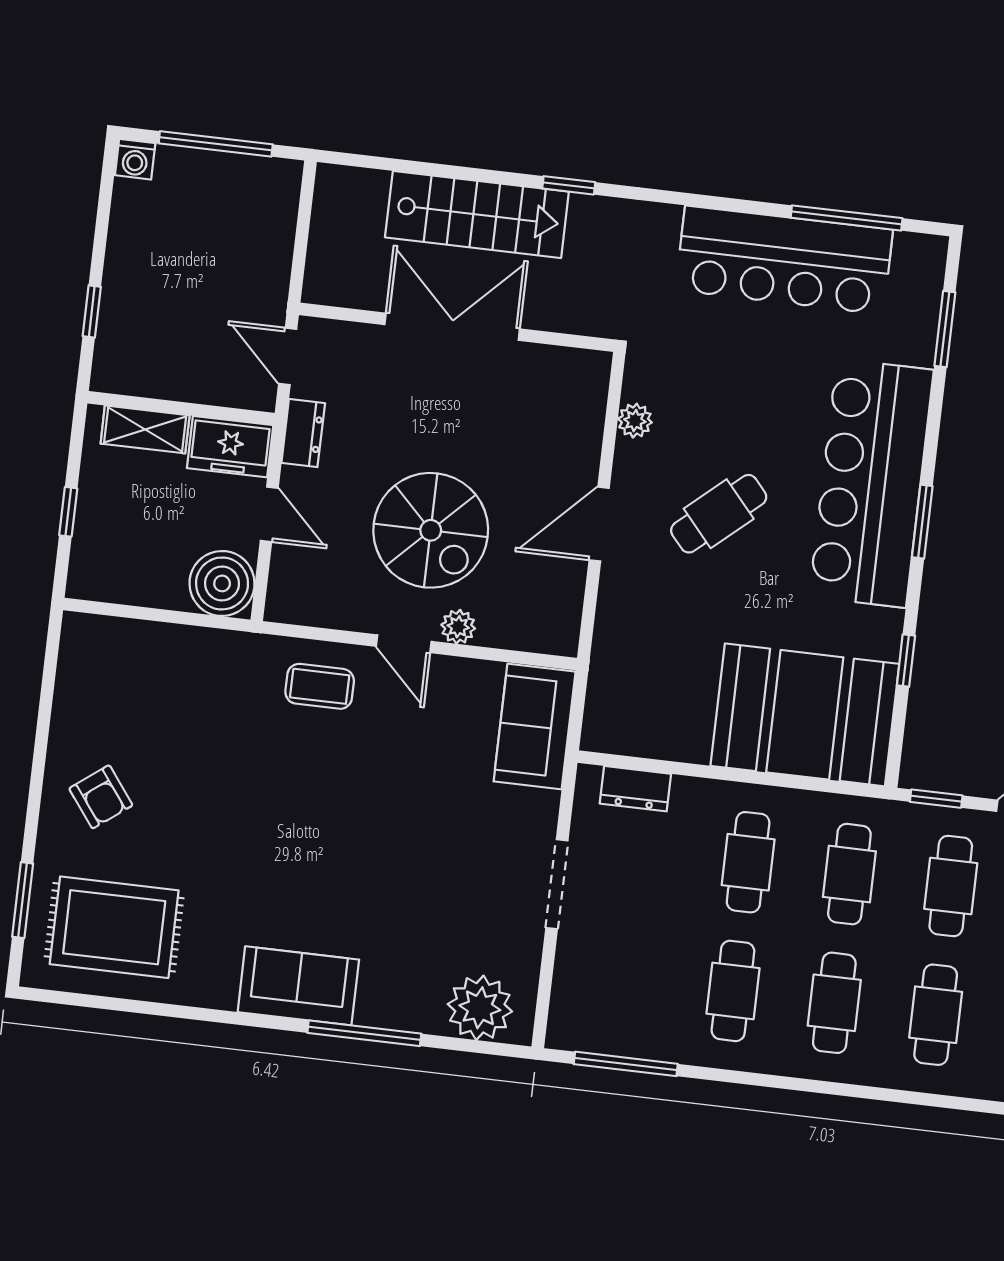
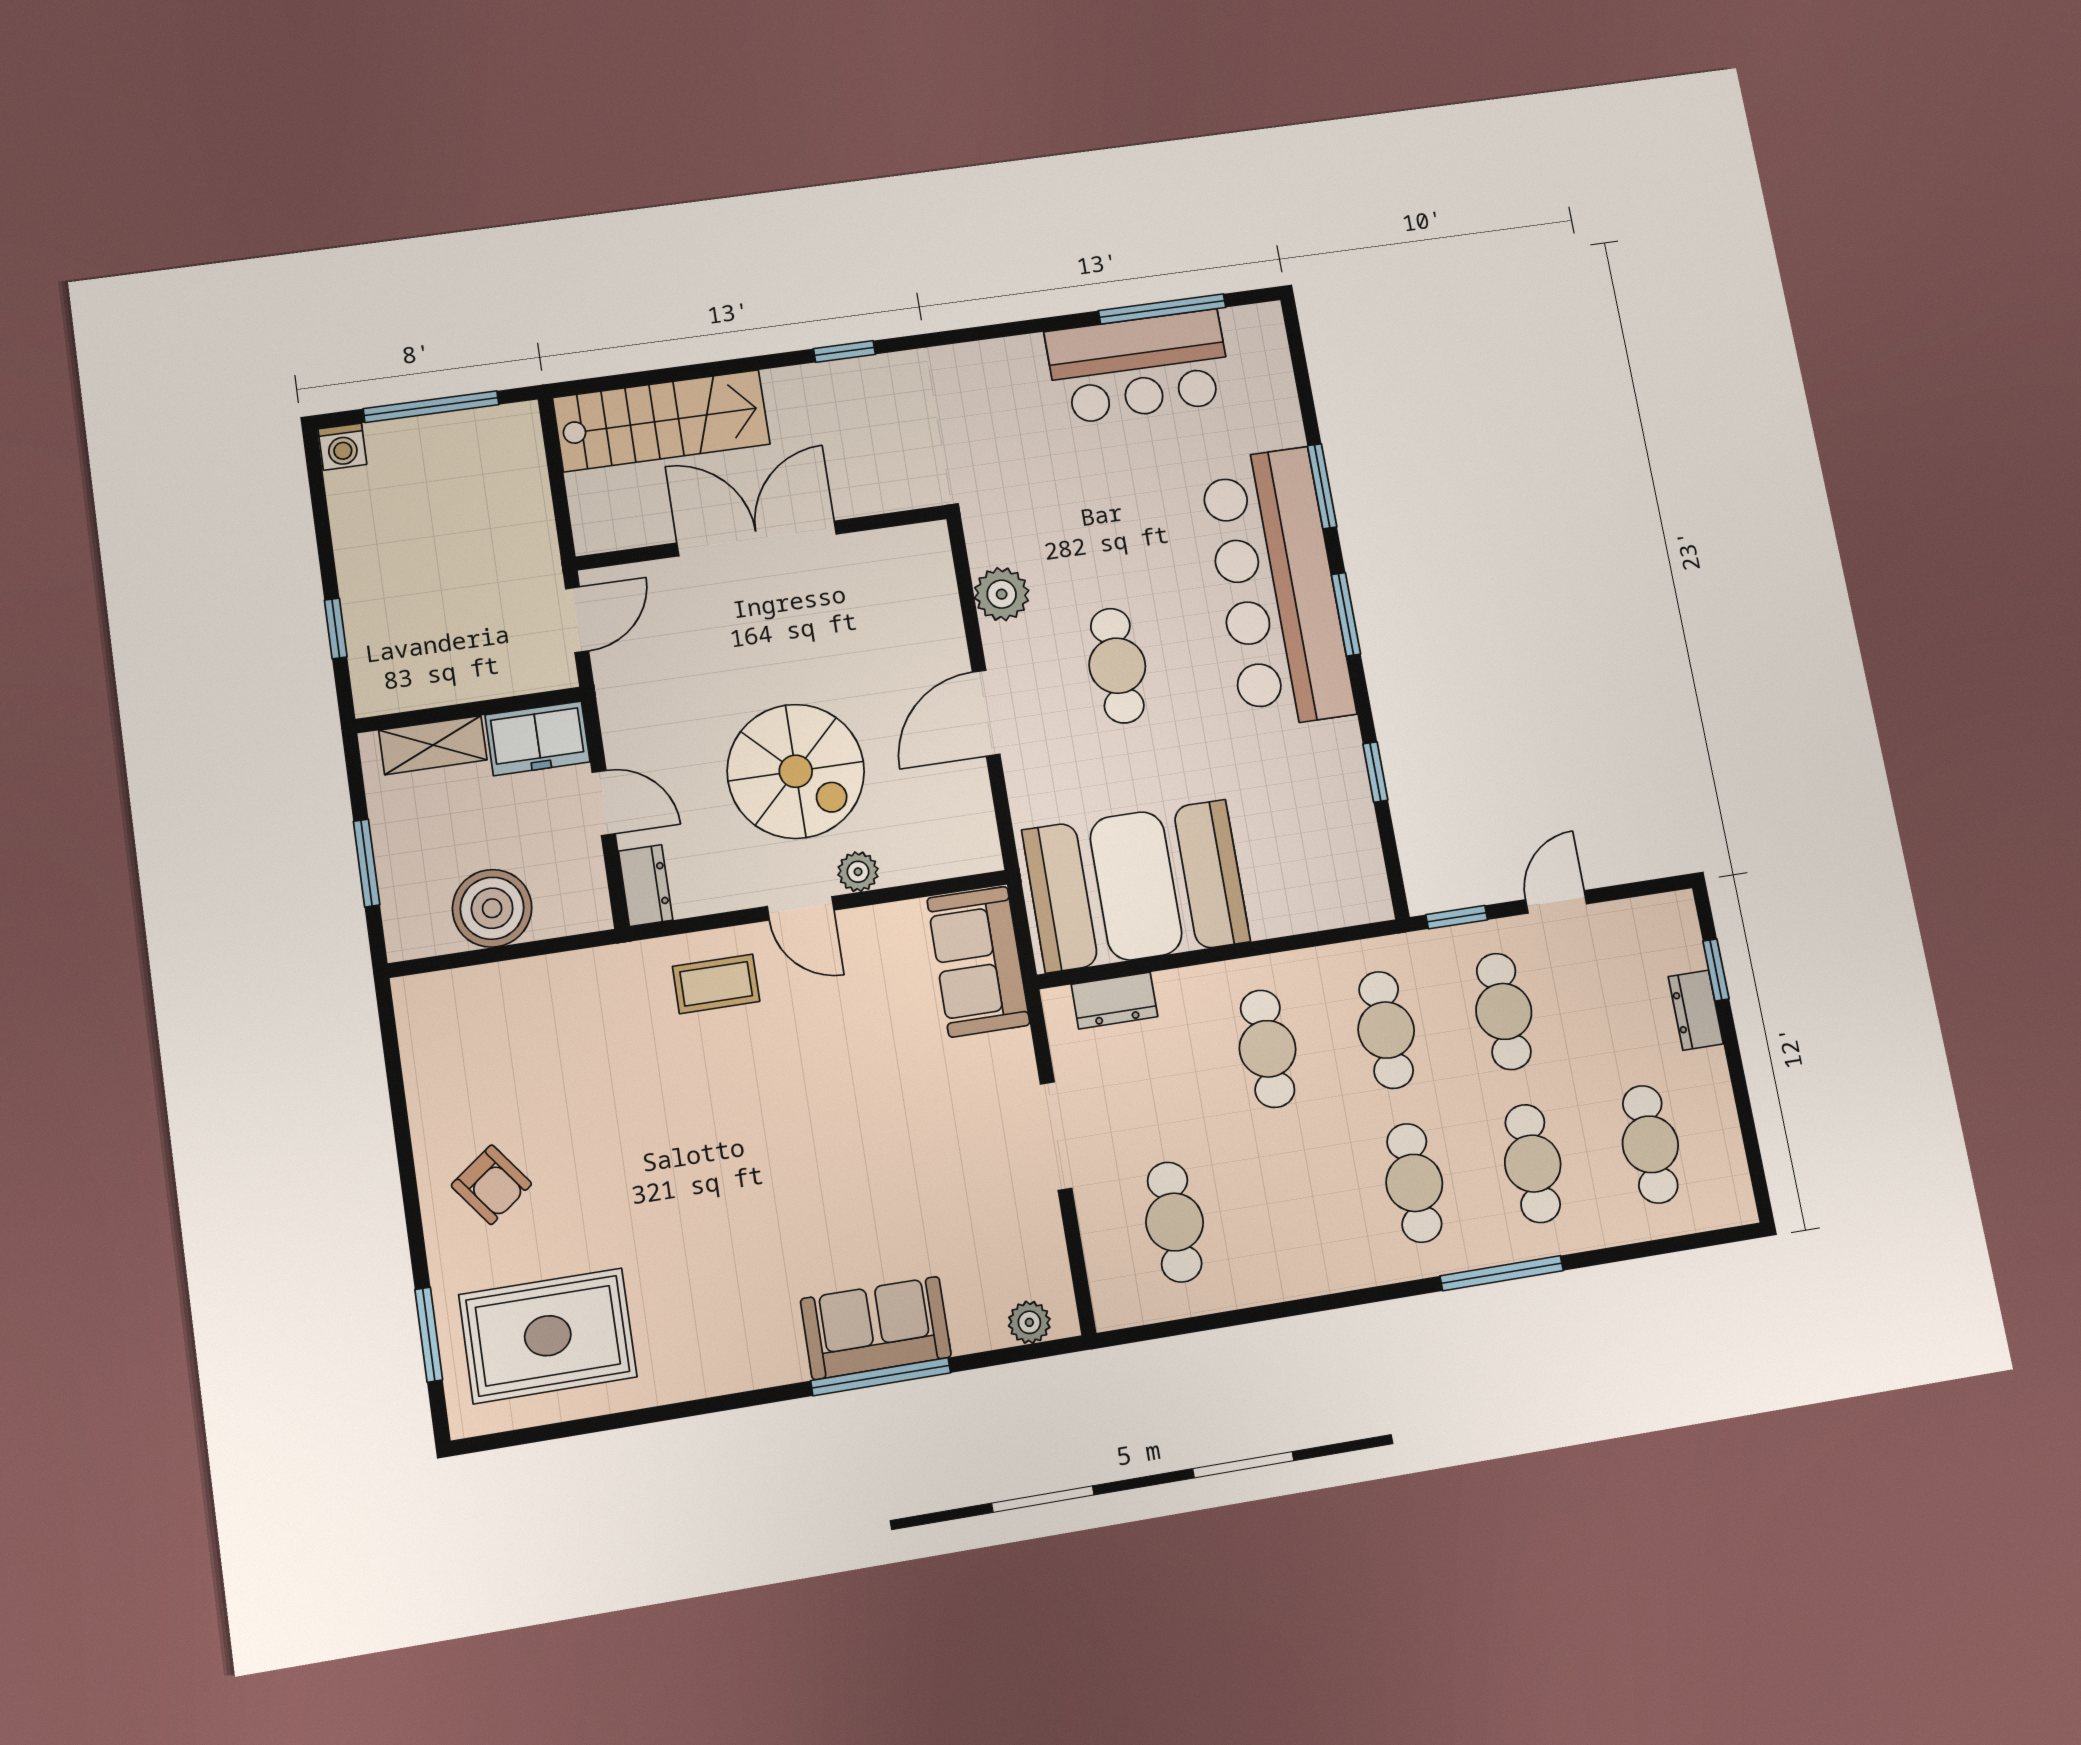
stairs: (477, 214) -> (661, 421), moved
bar counter: (784, 260) -> (1139, 367), width x0.73
window: (945, 329) -> (1322, 486), moved
door: (288, 356) -> (577, 620), swing flipped
plant: (635, 421) -> (1002, 594), width x1.38, depth x1.38
dresser: (303, 433) -> (645, 886), moved
window: (68, 512) -> (367, 863), width x1.50
cafe table: (719, 514) -> (1117, 666), turned -49
boiler: (222, 583) -> (492, 908), moved
booth: (805, 715) -> (1136, 886), moved
sofa: (298, 986) -> (876, 1328), moved
cafe table: (733, 991) -> (1175, 1222), moved
plant: (480, 1008) -> (1029, 1322), width x0.53, depth x0.53
window: (626, 1064) -> (1502, 1273), moved

